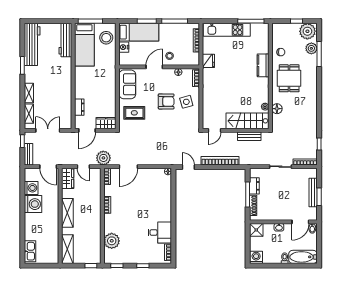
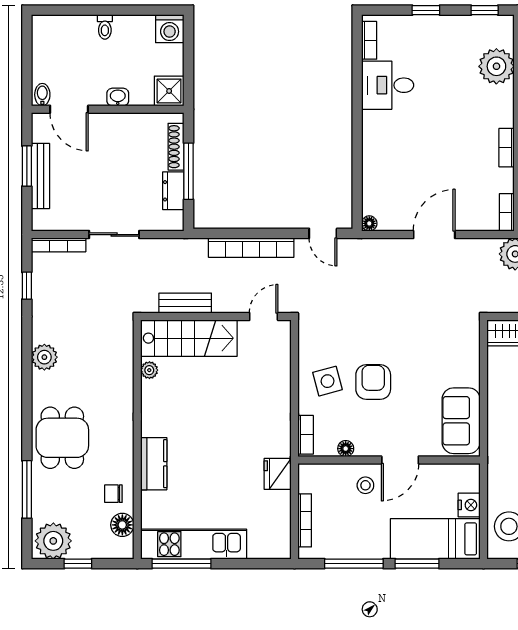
kitchen unit: (227, 30) -> (194, 544), moved
plant: (311, 48) -> (44, 357), moved
dining table: (289, 78) -> (62, 438), moved
armchair: (166, 101) -> (373, 382), turned 90
floor lamp: (277, 109) -> (122, 525), moved
rug: (134, 113) -> (445, 356), removed
door: (128, 167) -> (434, 235), moved
door: (300, 222) -> (69, 109), swing flipped
bathtub: (303, 257) -> (63, 30), removed

